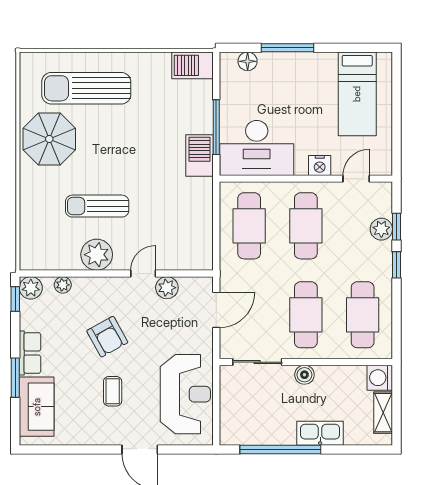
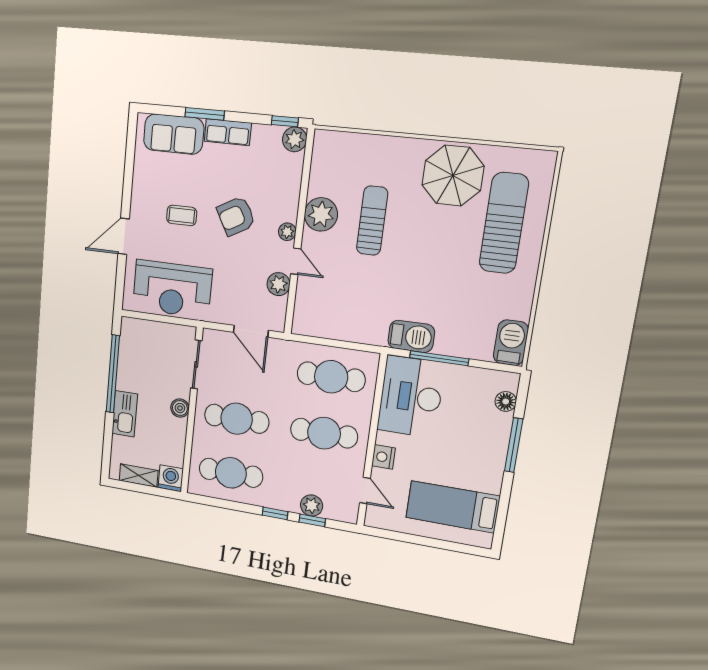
plant: (63, 285) -> (287, 232), moved

